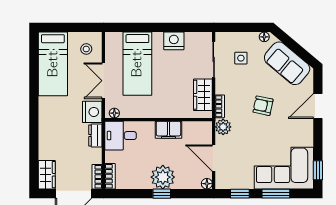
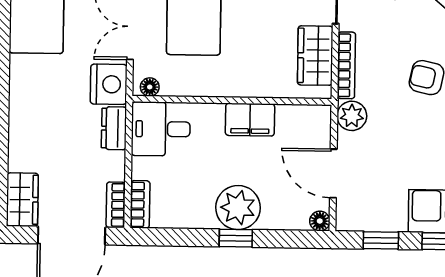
bookcase: (220, 106) -> (346, 65), width x1.56

